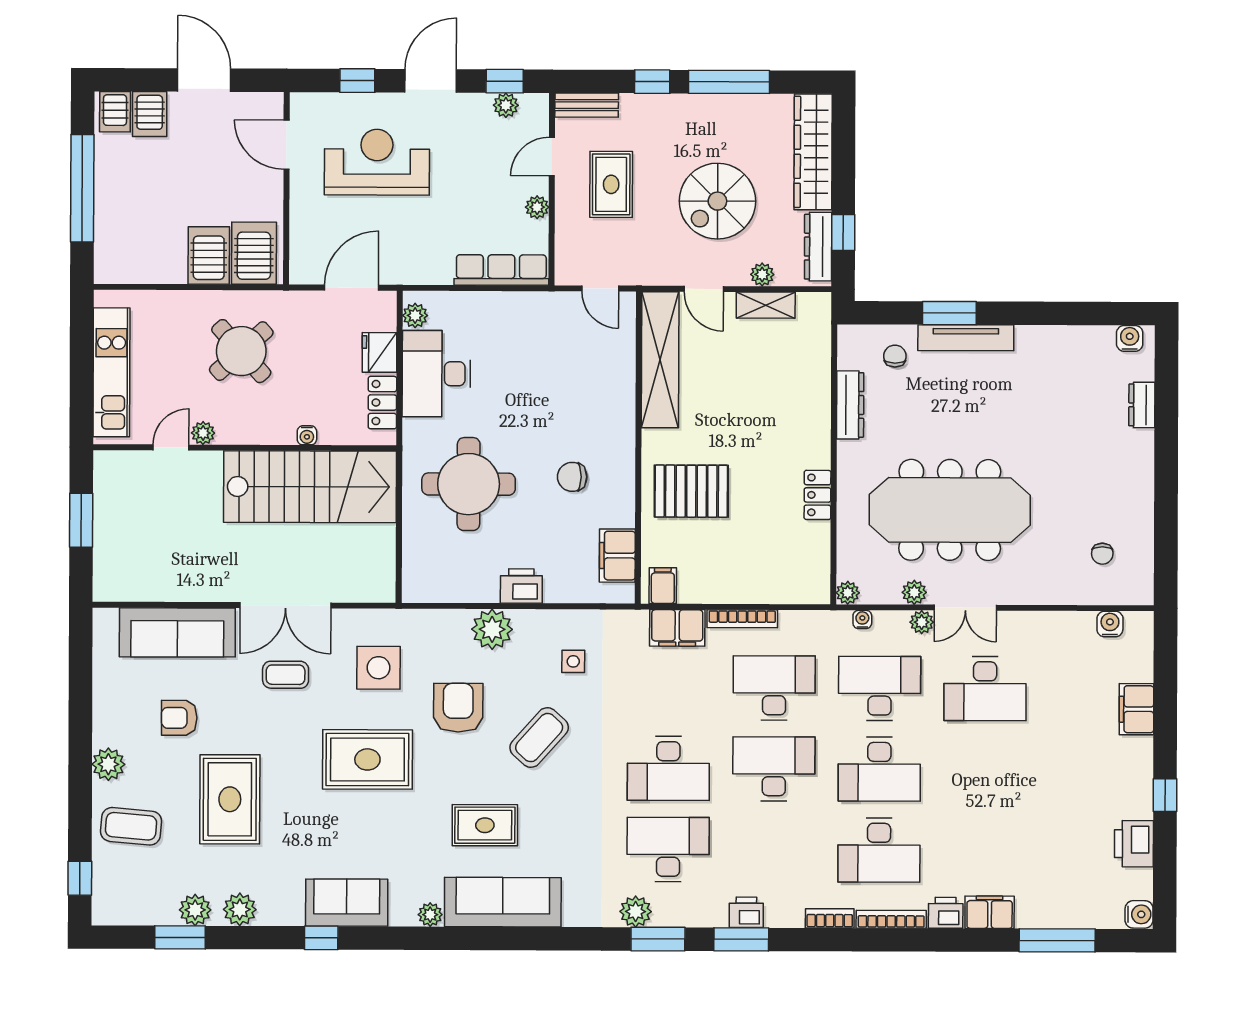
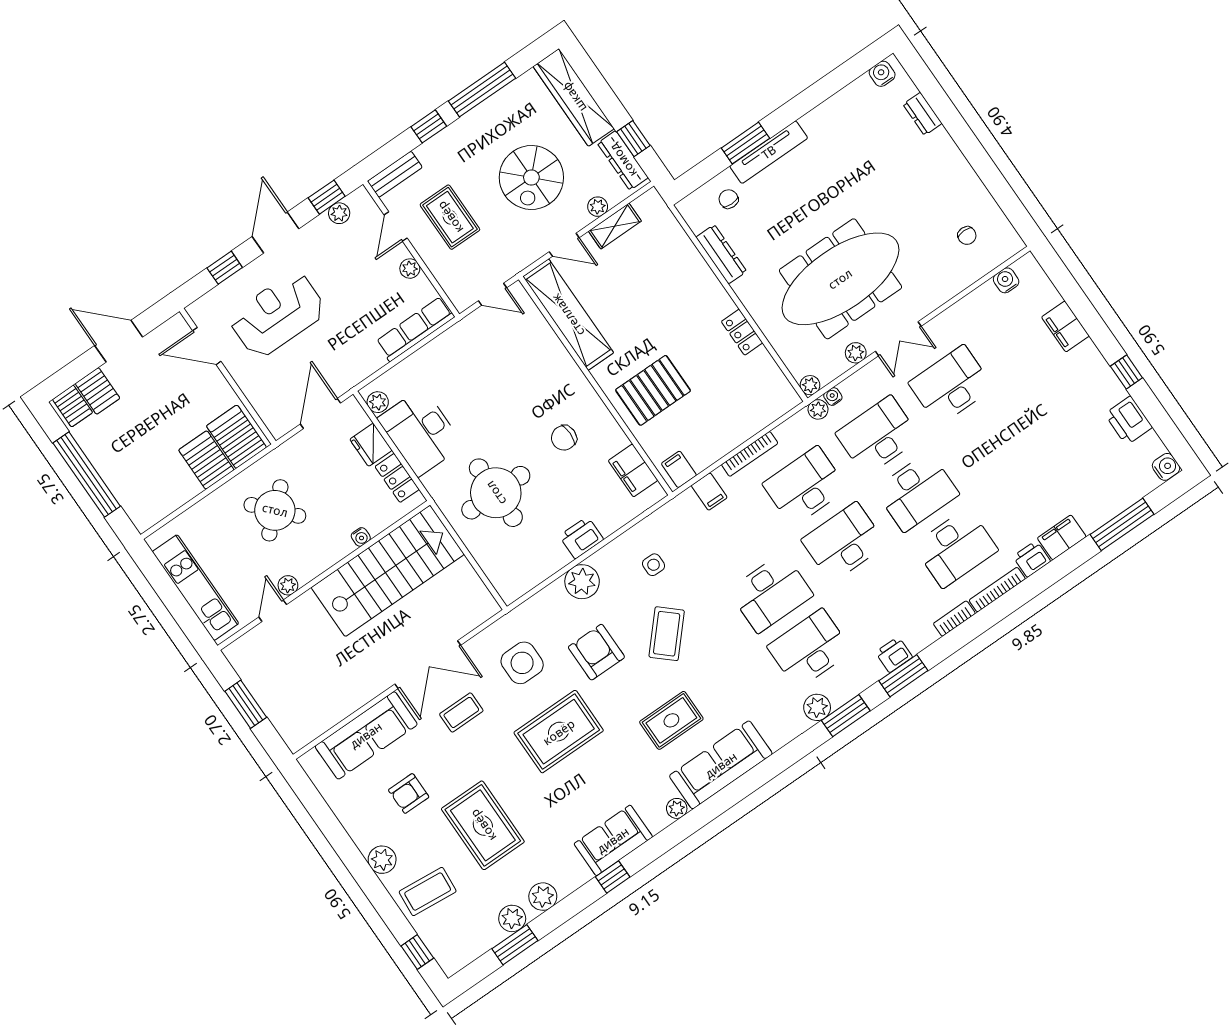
plant: (922, 622) -> (818, 409), moved
filing cabinet: (677, 628) -> (709, 492), width x0.50
desk: (985, 689) -> (951, 385), turned 180

